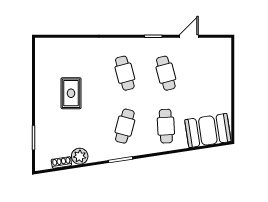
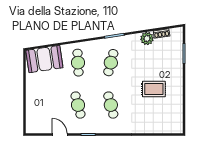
door: (189, 36) -> (60, 135), swing flipped
rug: (71, 93) -> (154, 89), turned 90

